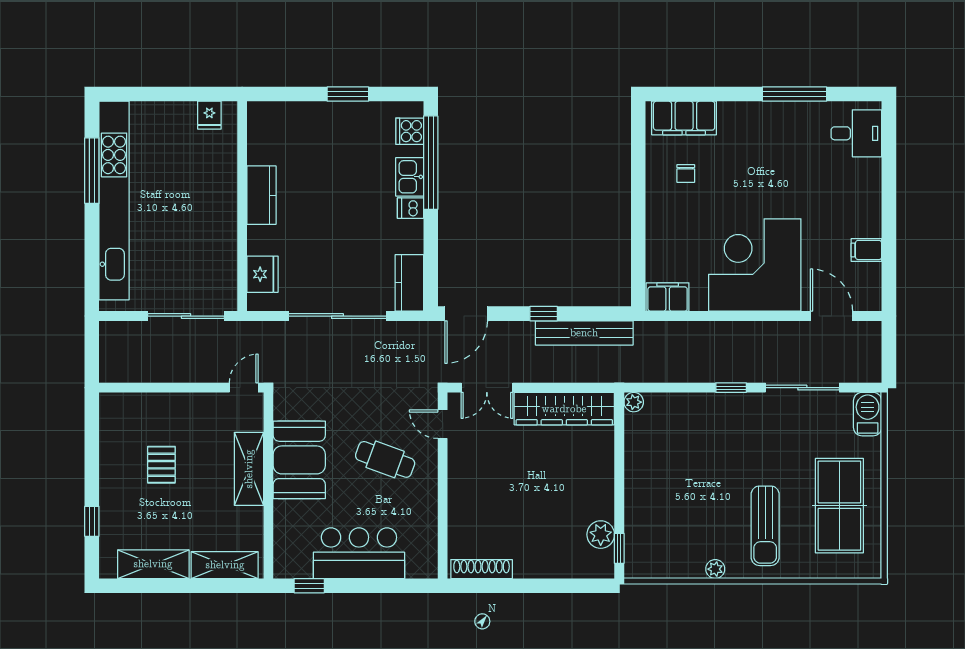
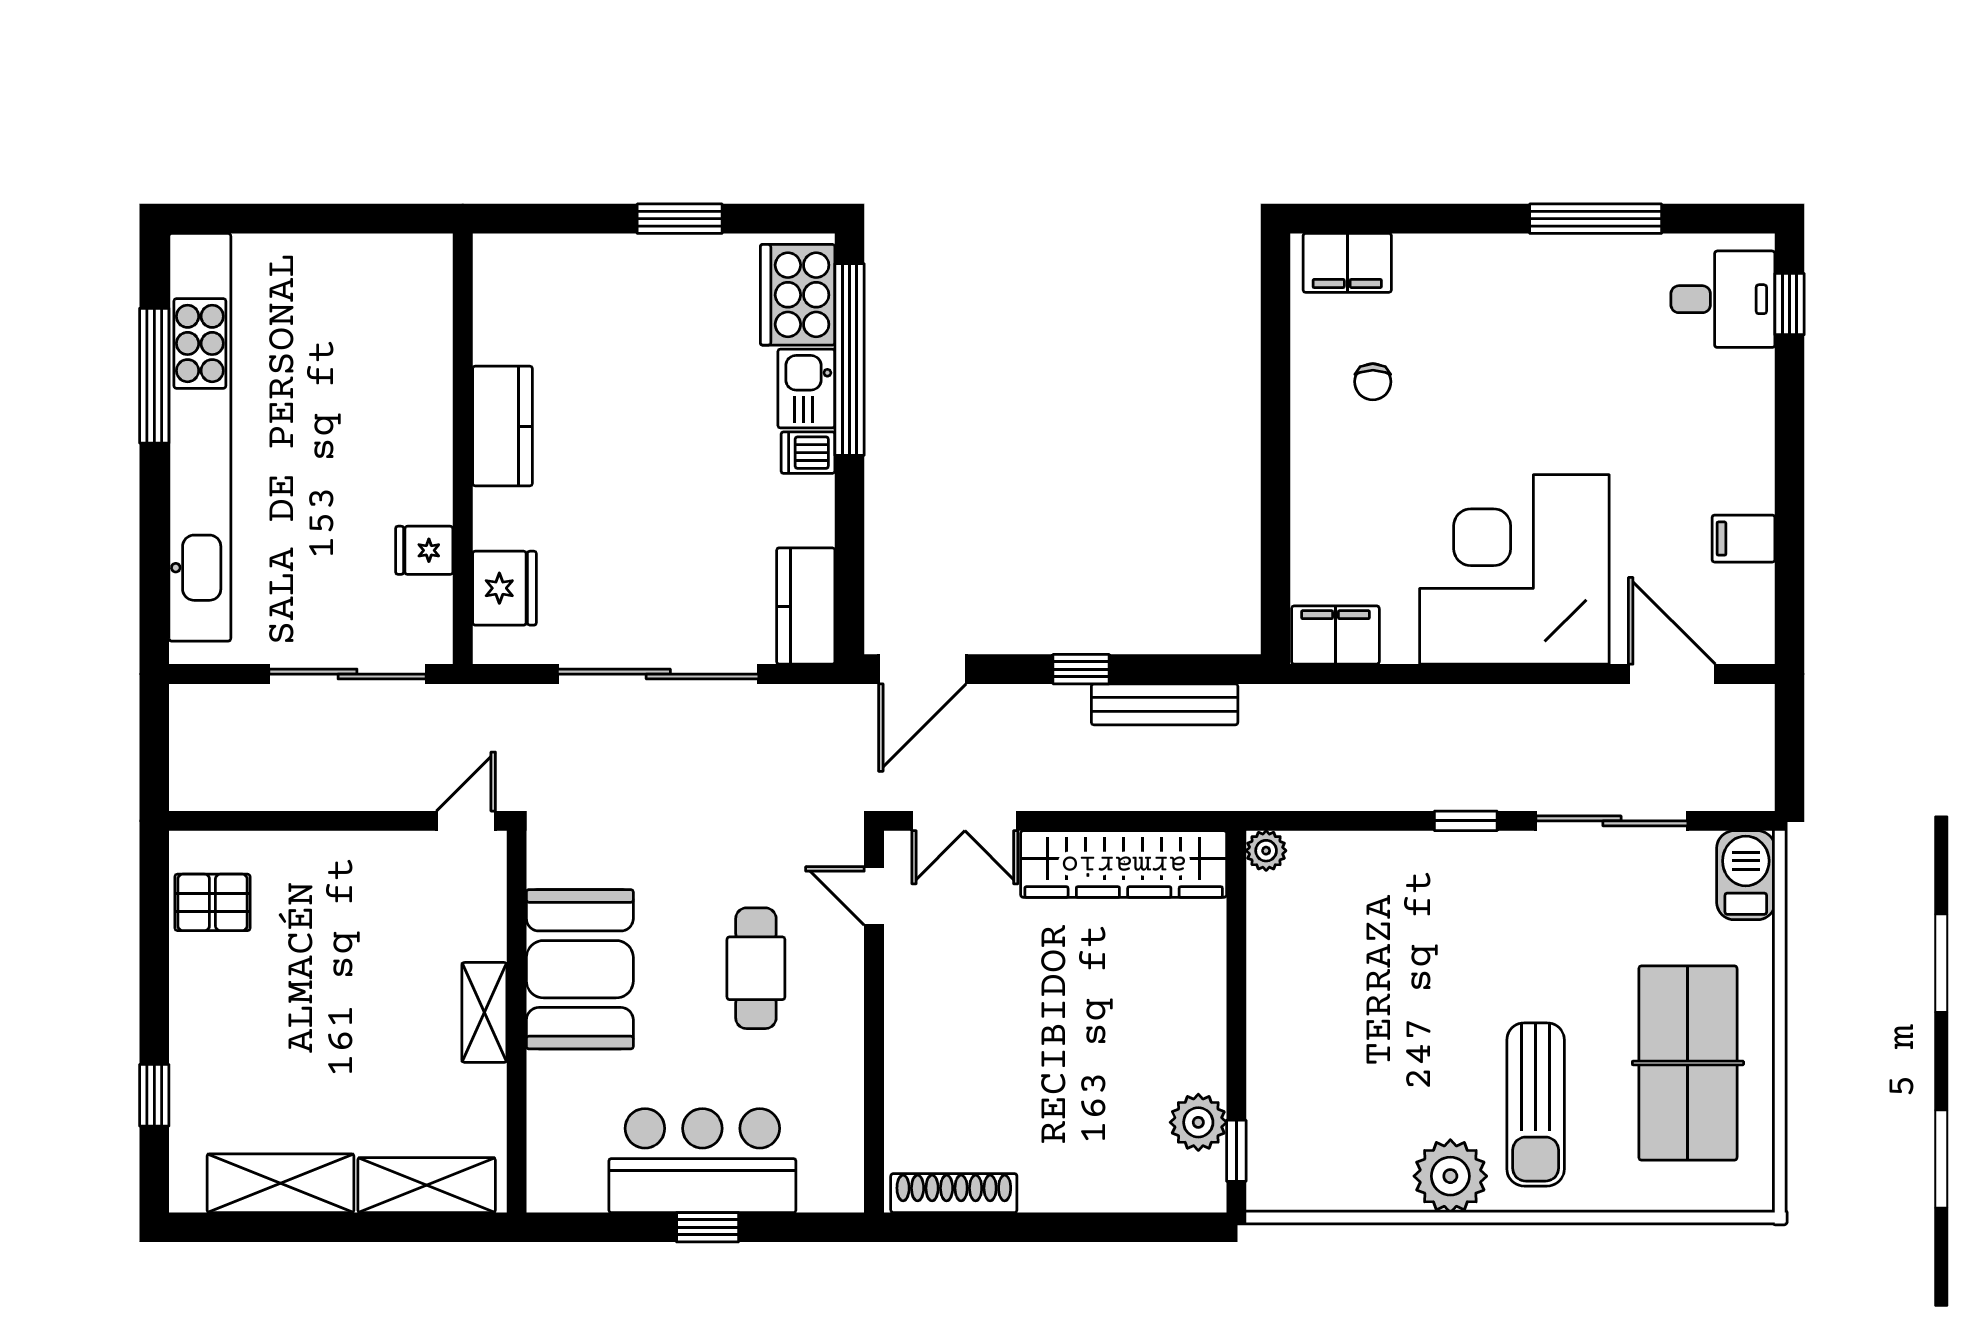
fridge: (209, 115) -> (424, 550), moved, turned 90
filing cabinet: (684, 118) -> (1347, 263), width x0.67, depth x0.86
cooker: (410, 131) -> (798, 295), width x1.87, depth x1.31
window: (889, 136) -> (1790, 304), added
bench: (584, 333) -> (1165, 704), width x0.73, depth x0.82
cafe table: (385, 459) -> (756, 968), turned 70
pallet: (161, 465) -> (212, 902), moved, turned 90
shelving: (249, 469) -> (484, 1012), width x0.67, depth x0.75
plant: (715, 569) -> (1450, 1176), width x1.88, depth x1.88
window: (309, 586) -> (708, 1227), moved

